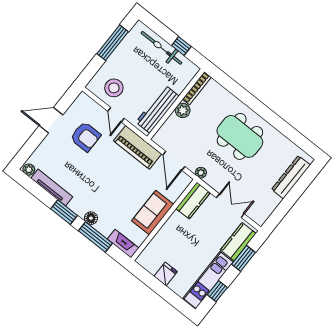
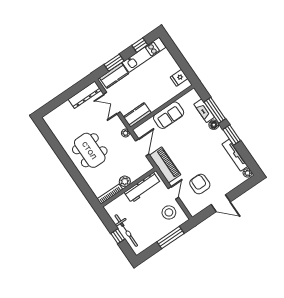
window: (113, 43) -> (170, 238), moved
window: (181, 46) -> (118, 236), moved
dresser: (291, 177) -> (85, 95), moved
fireplace: (123, 244) -> (204, 111), moved
fridge: (166, 274) -> (179, 78), moved

